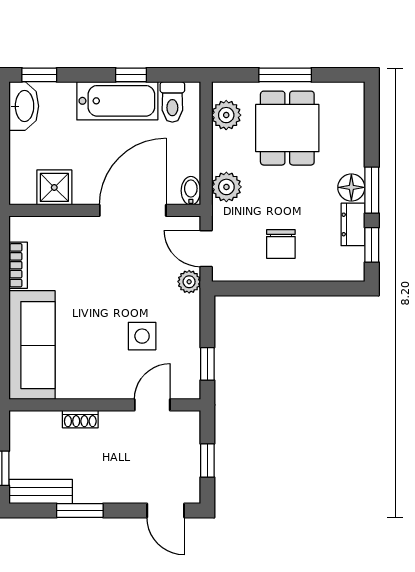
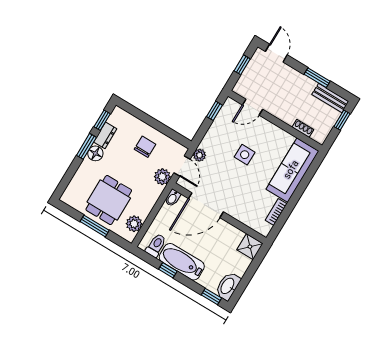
shower: (54, 187) -> (250, 247), moved
plant: (226, 187) -> (162, 177), moved
side table: (142, 336) -> (245, 155), moved
shoe rack: (80, 419) -> (303, 128), moved

